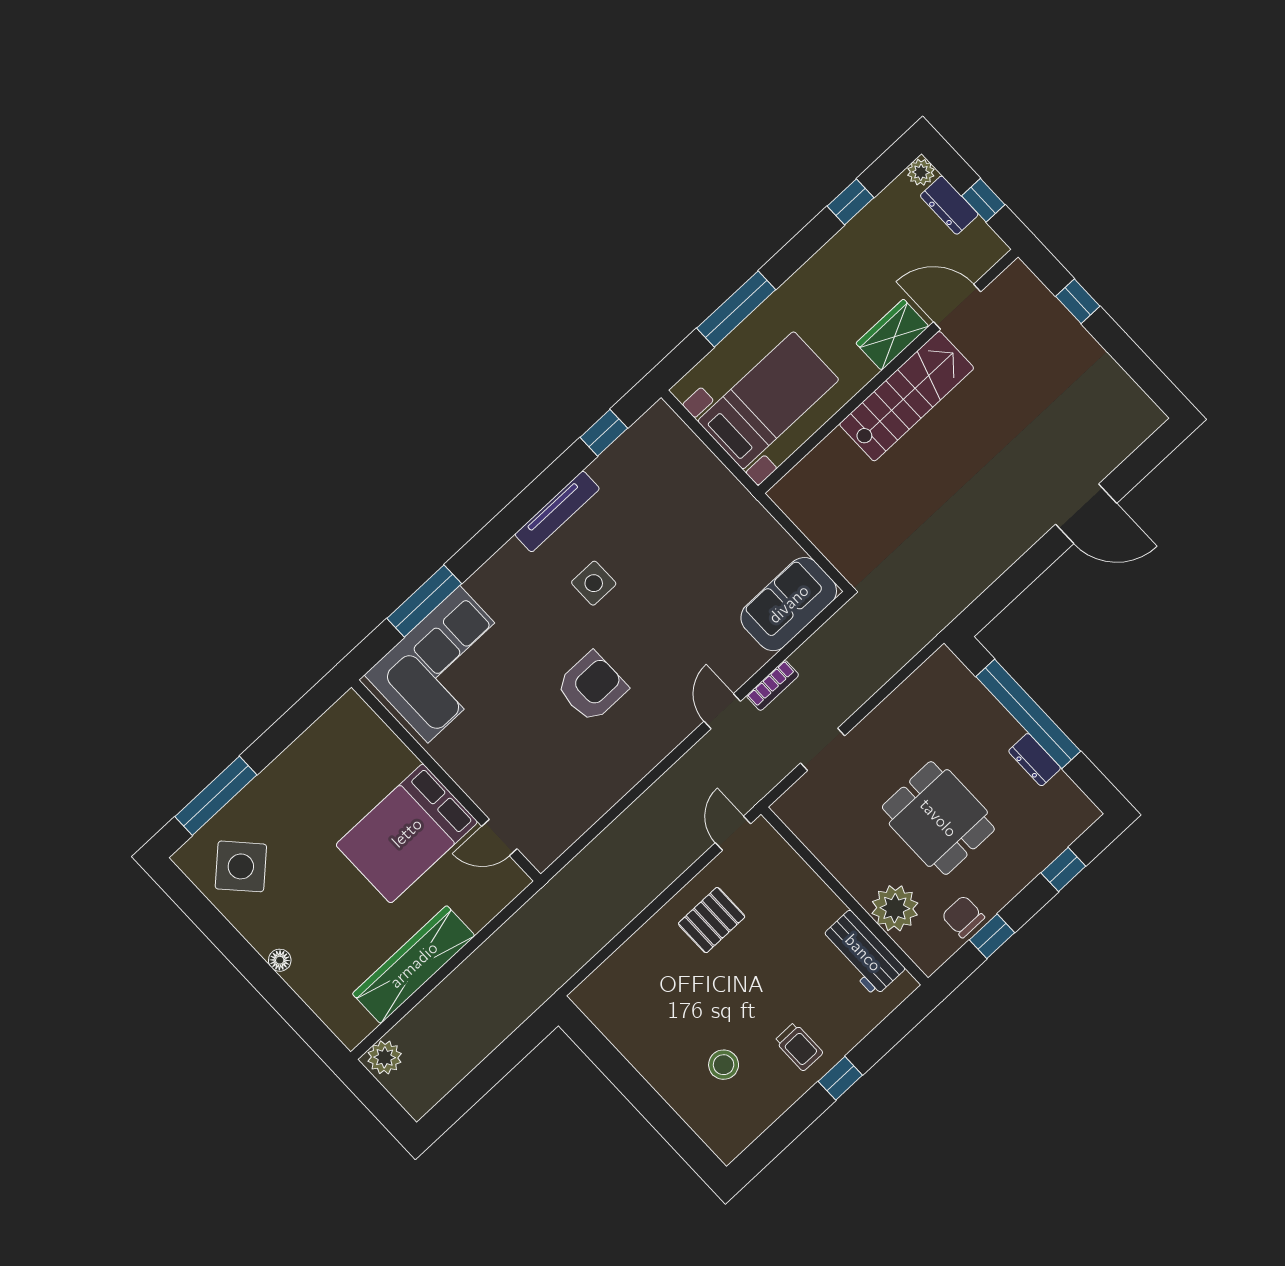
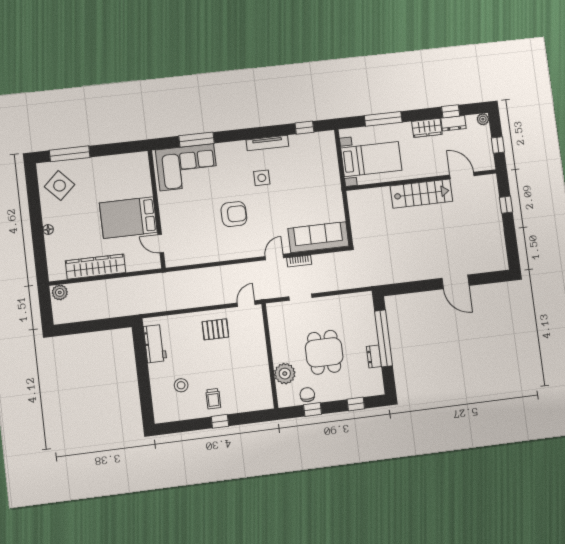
dresser: (949, 205) -> (454, 123), moved, turned -90
wardrobe: (892, 335) -> (427, 128), moved, turned 180
sofa: (789, 604) -> (318, 237), width x1.36
workbench: (863, 953) -> (155, 344), moved, turned 180

